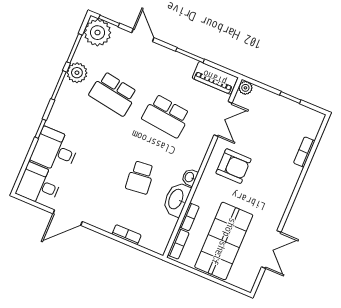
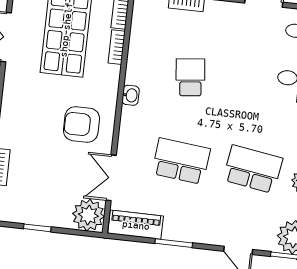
plant: (245, 88) -> (88, 215), width x1.88, depth x1.88
washbasin: (176, 199) -> (139, 64), removed

